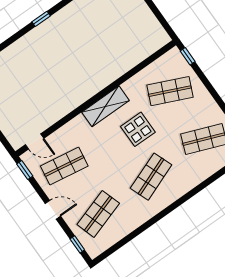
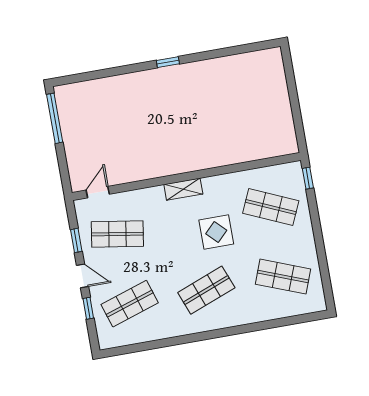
shelving: (105, 106) -> (183, 189), width x0.67, depth x0.75
door: (35, 141) -> (98, 192), swing flipped
window: (25, 170) -> (76, 240), moved
window: (77, 244) -> (88, 308), moved

